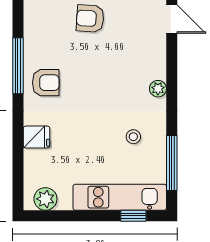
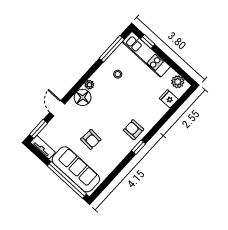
floor lamp: (152, 64) -> (83, 97), added
window: (18, 66) -> (139, 147), width x0.46
fridge: (37, 137) -> (169, 99), moved

